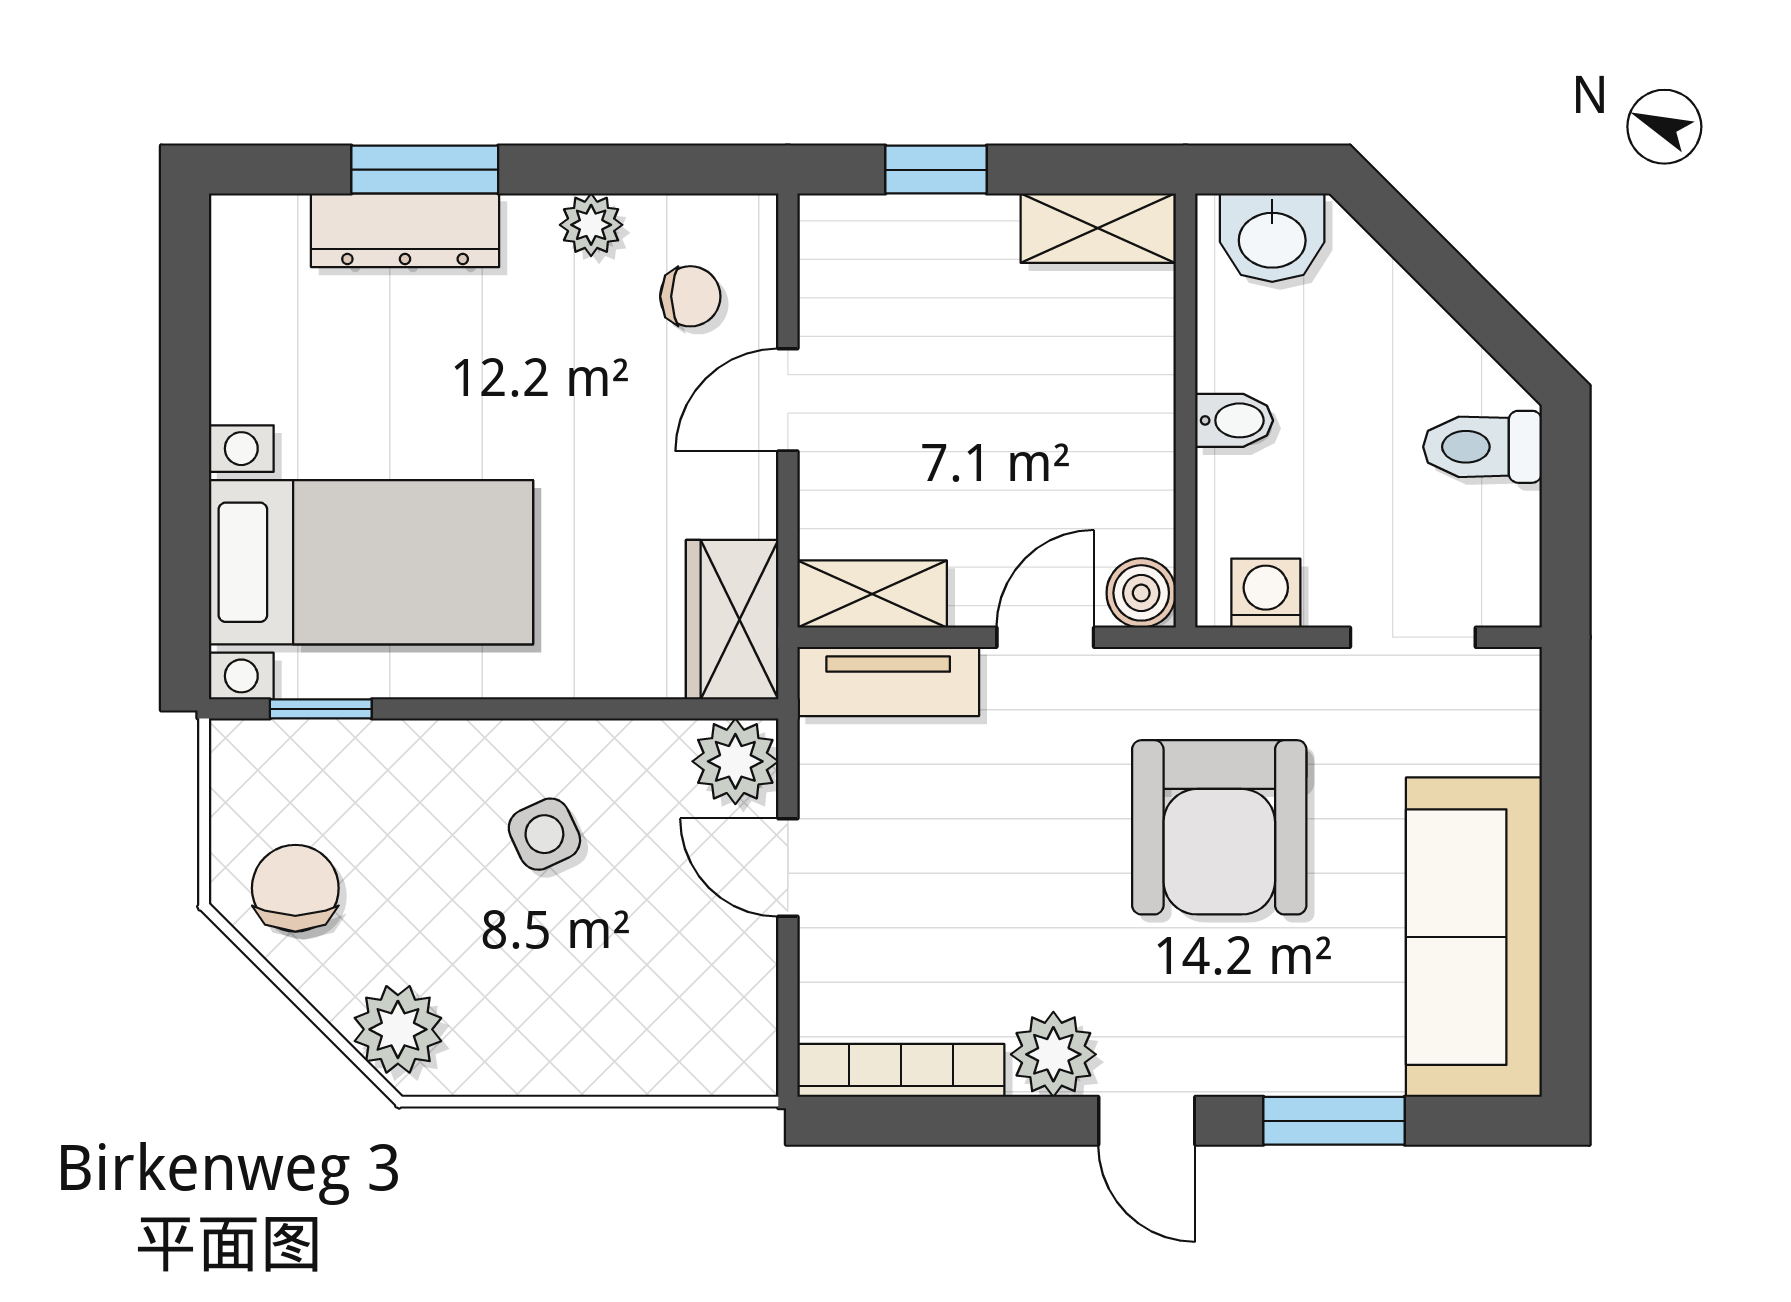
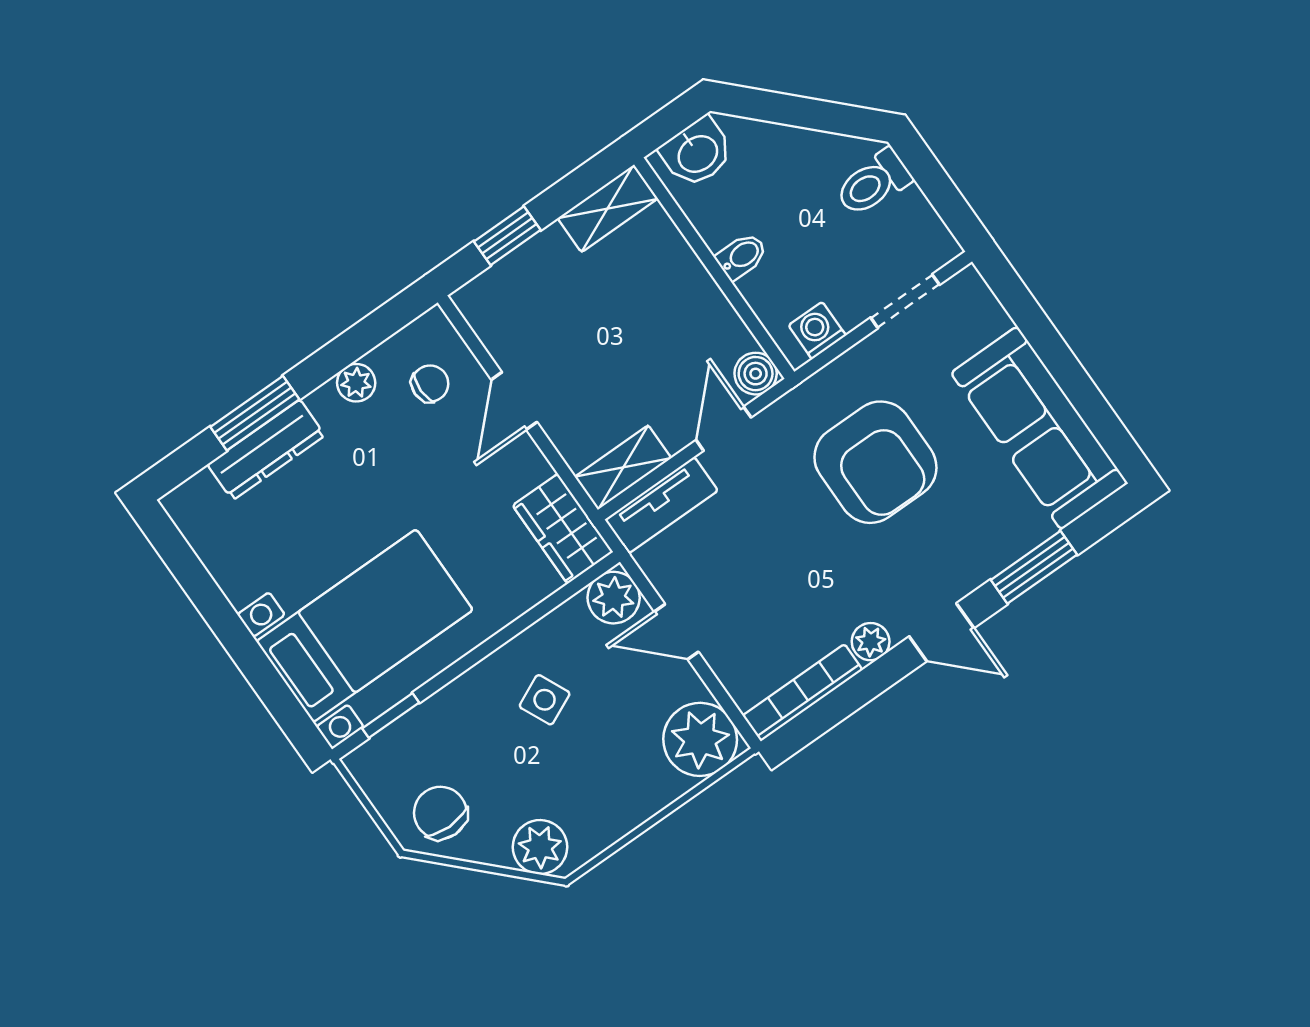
plant: (718, 1036) -> (700, 739), added
plant: (1053, 1054) -> (871, 642), width x0.73, depth x0.73

